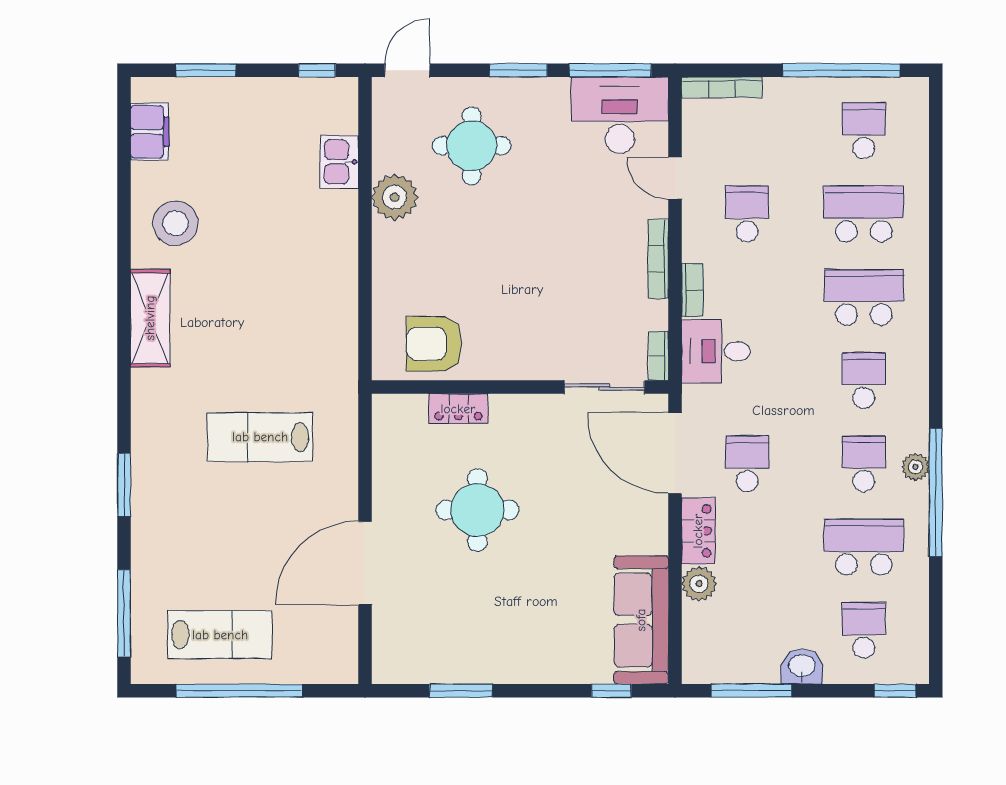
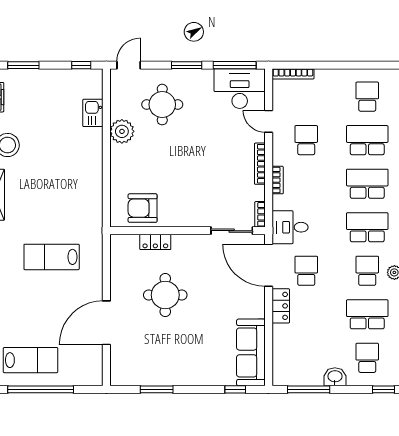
window: (841, 70) -> (356, 65), removed
desk: (716, 351) -> (290, 227), moved
school desk: (864, 380) -> (367, 227), width x1.85
plant: (699, 584) -> (281, 334), removed

